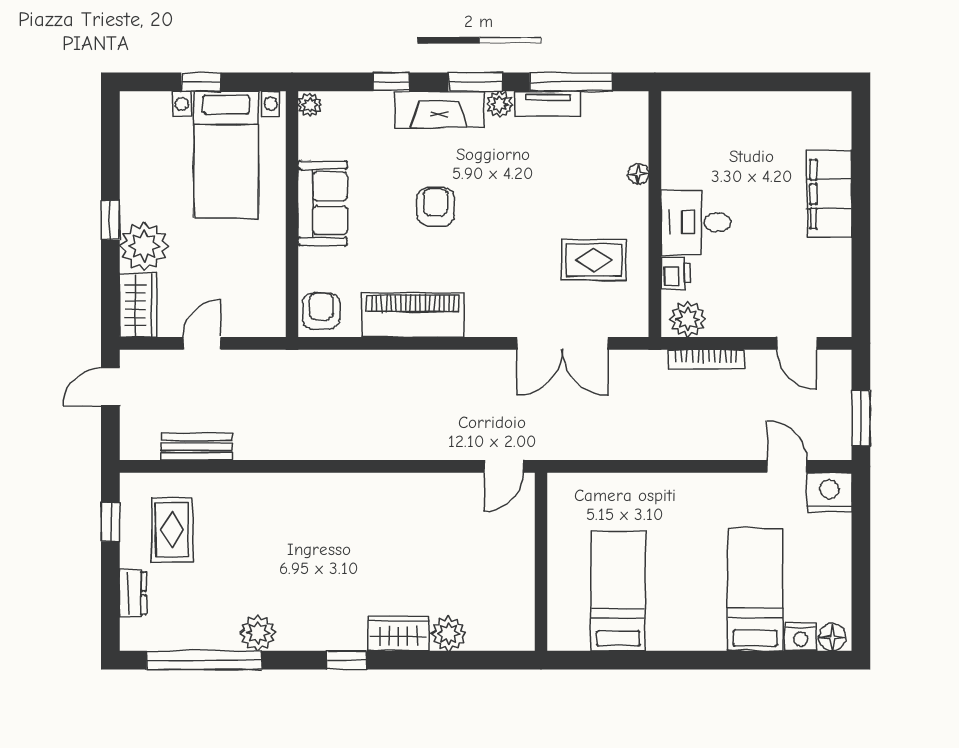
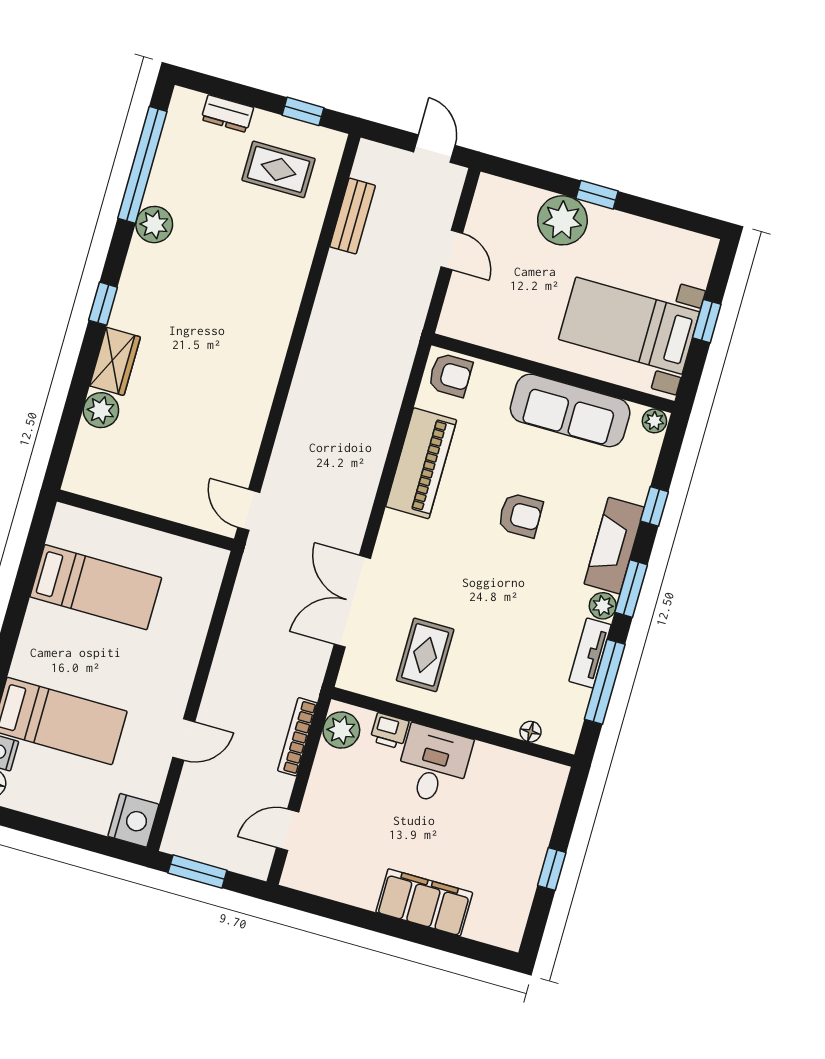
window: (763, 82) -> (552, 869), added
floor lamp: (638, 174) -> (531, 732), moved
sofa: (323, 203) -> (570, 410), width x1.36
wardrobe: (138, 305) -> (507, 198), removed
door: (787, 466) -> (184, 739), moved

